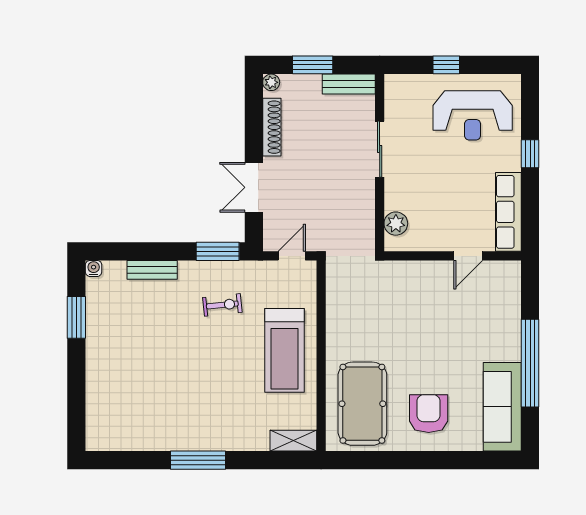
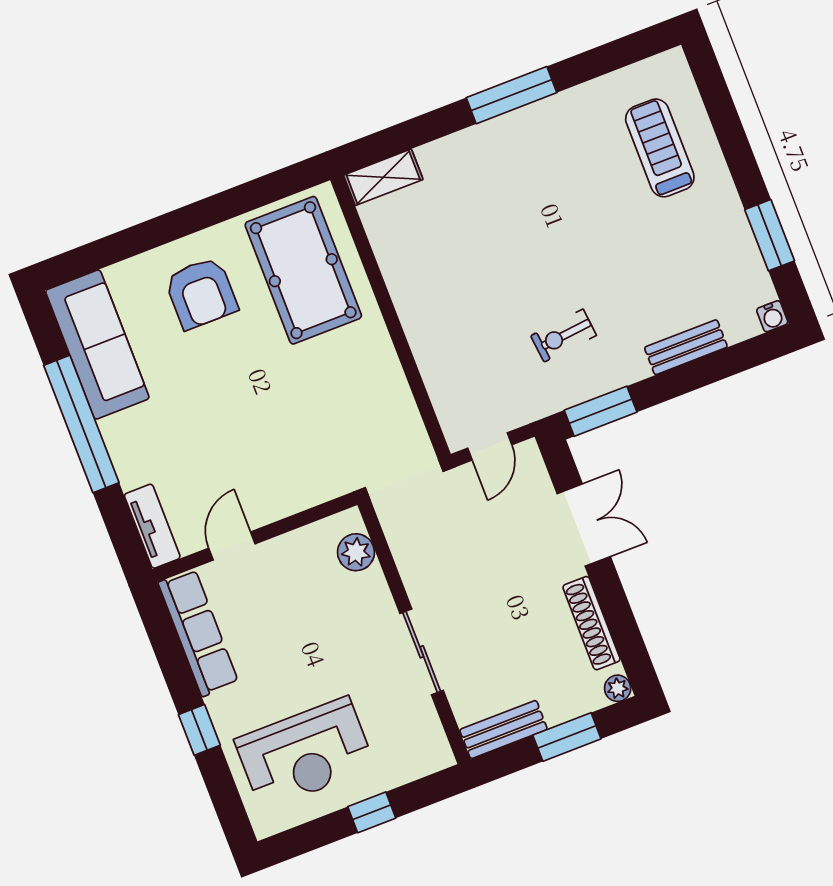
reception desk: (473, 115) -> (305, 753), turned 180
tv unit: (511, 286) -> (152, 526), added
treadmill: (284, 350) -> (660, 148), moved, width x0.73, depth x0.73

